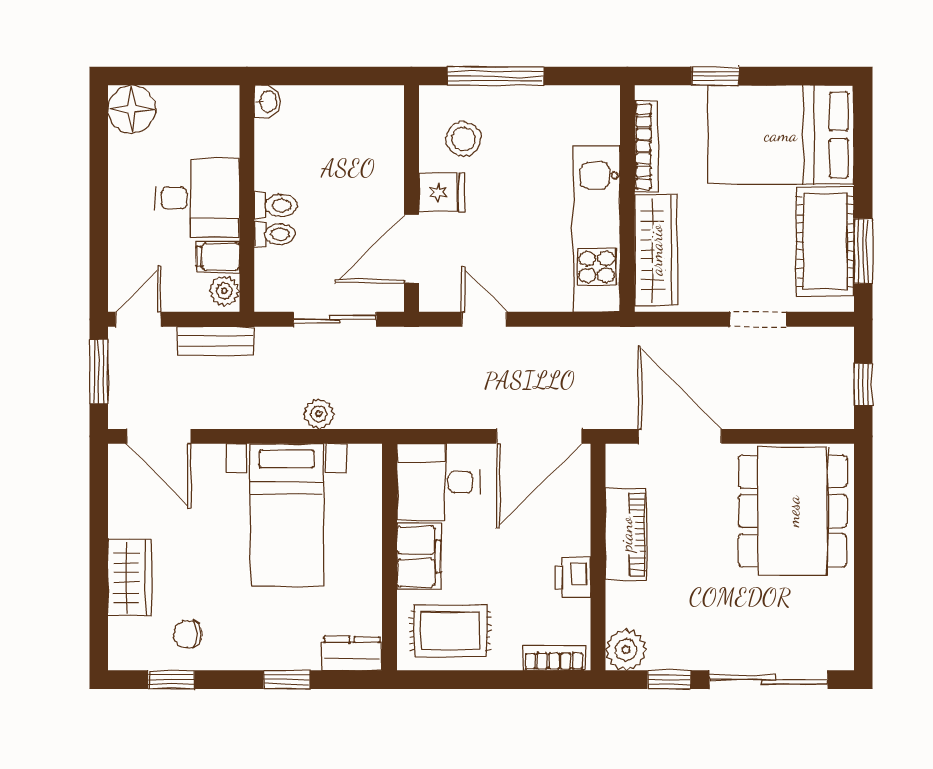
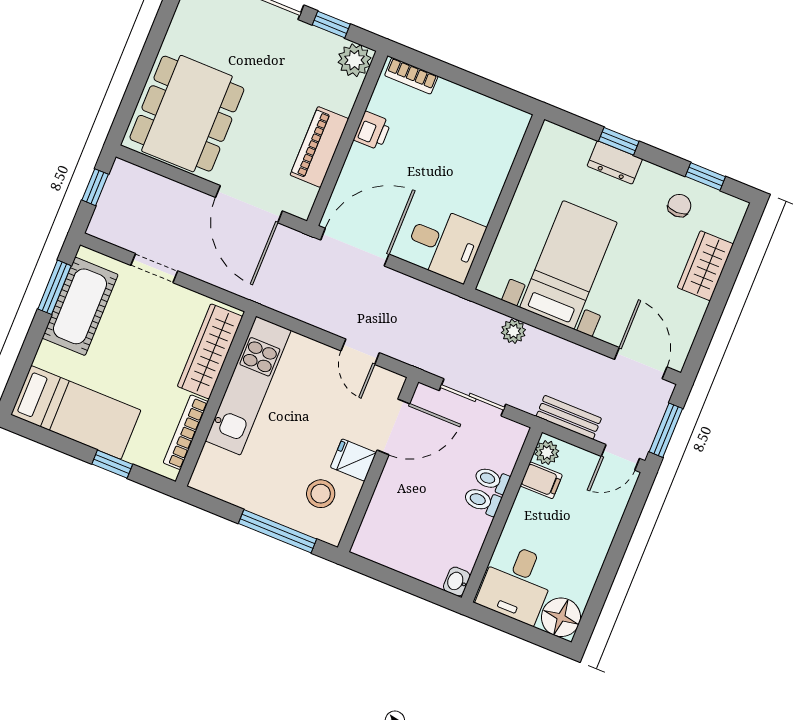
bed: (781, 135) -> (76, 412), width x0.67
desk: (197, 198) -> (517, 583), moved, turned -90
filing cabinet: (419, 556) -> (482, 193), removed
rug: (450, 631) -> (481, 128), removed
chair: (188, 634) -> (679, 206), turned -90
dresser: (352, 654) -> (615, 163), moved

